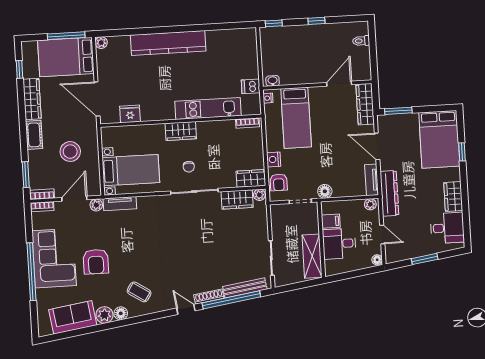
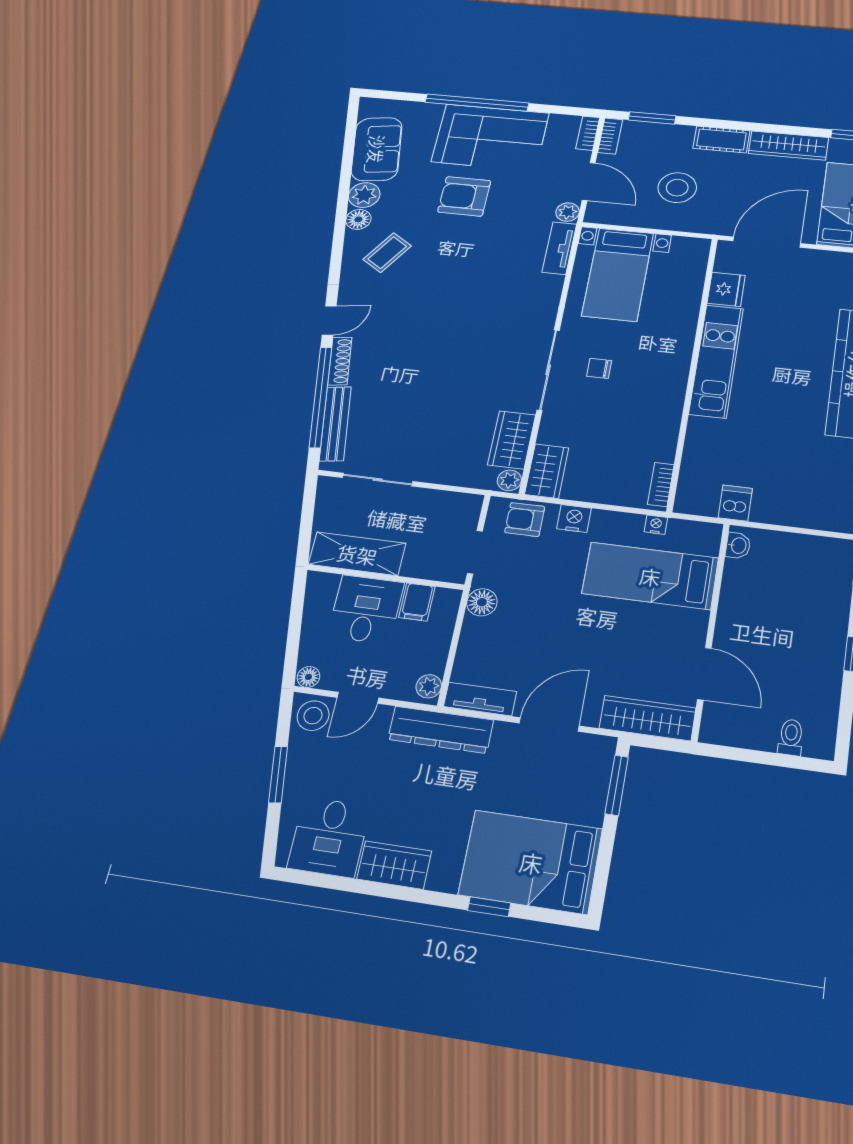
nightstand: (268, 98) -> (656, 525), moved
kitchen unit: (208, 109) -> (716, 361), moved
wardrobe: (181, 131) -> (673, 366), removed
stool: (395, 252) -> (313, 716), added

